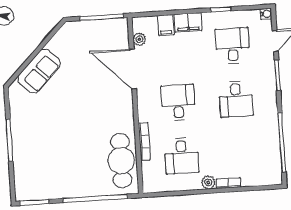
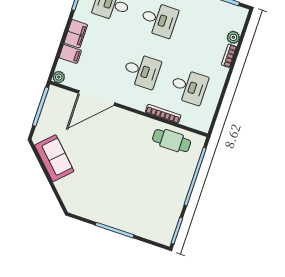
plant: (139, 39) -> (59, 77), moved
sofa: (39, 71) -> (54, 158), moved
desk: (178, 103) -> (142, 71), turned 180
cafe table: (121, 161) -> (172, 141), width x0.73, depth x0.74
plant: (208, 182) -> (233, 37), moved

